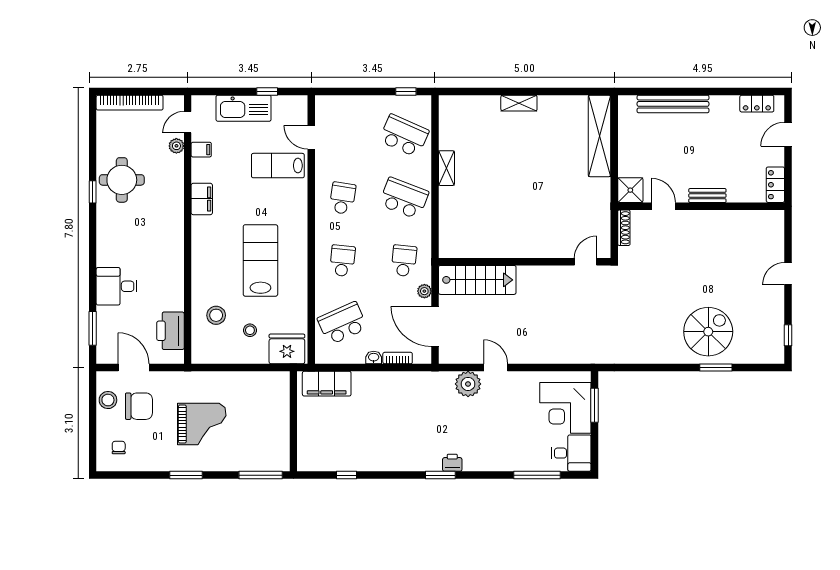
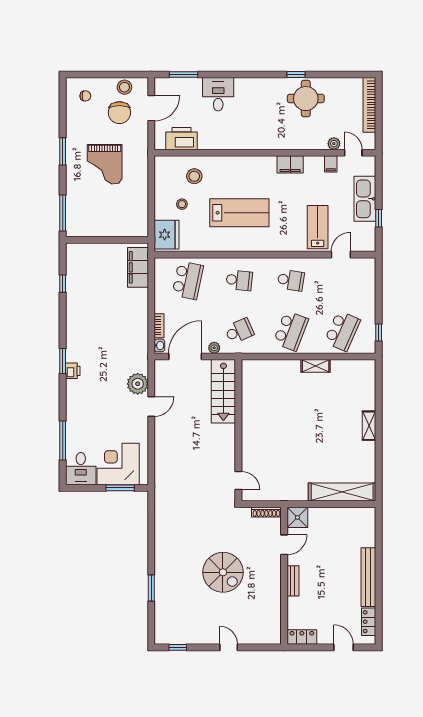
bench: (673, 104) -> (368, 577), moved
school desk: (404, 261) -> (239, 331), turned -30
school desk: (342, 323) -> (188, 280), turned 36
spiral stairs: (708, 332) -> (223, 572), moved
washbasin: (374, 358) -> (159, 345), moved

